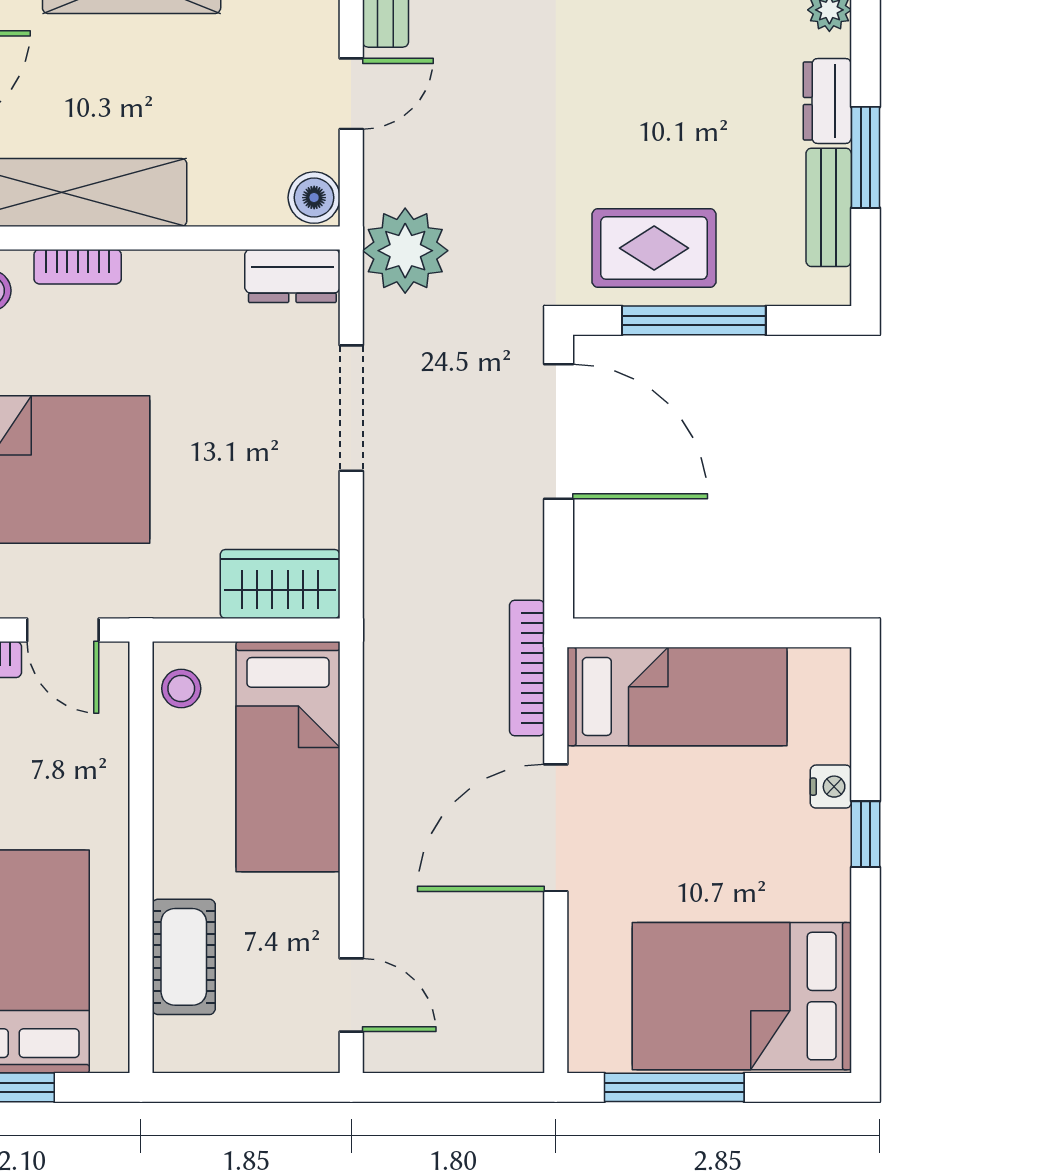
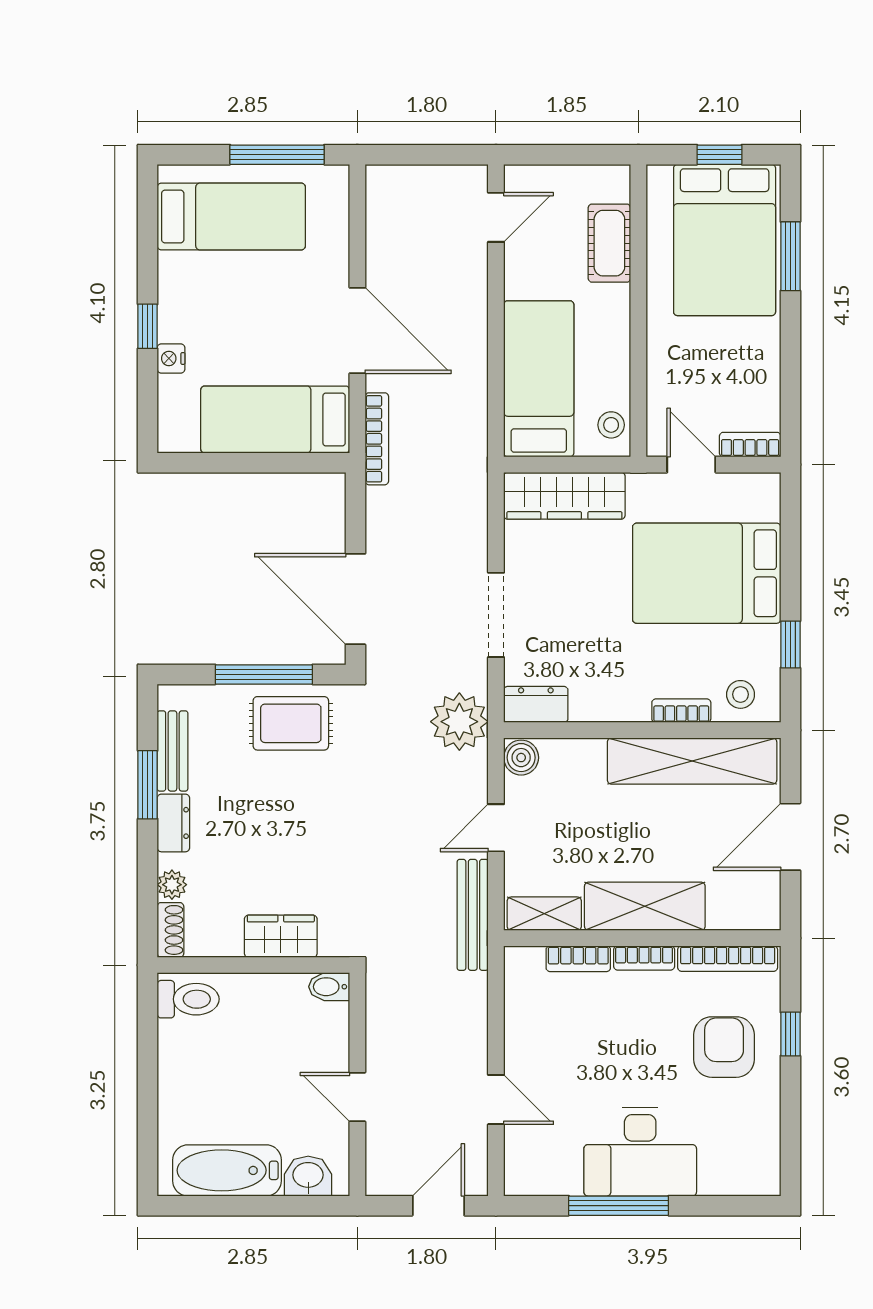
wardrobe: (280, 584) -> (564, 496), width x1.50
door: (556, 828) -> (357, 330), hinge flipped
door: (351, 995) -> (496, 217), swing flipped
bed: (742, 996) -> (231, 217), width x0.67

